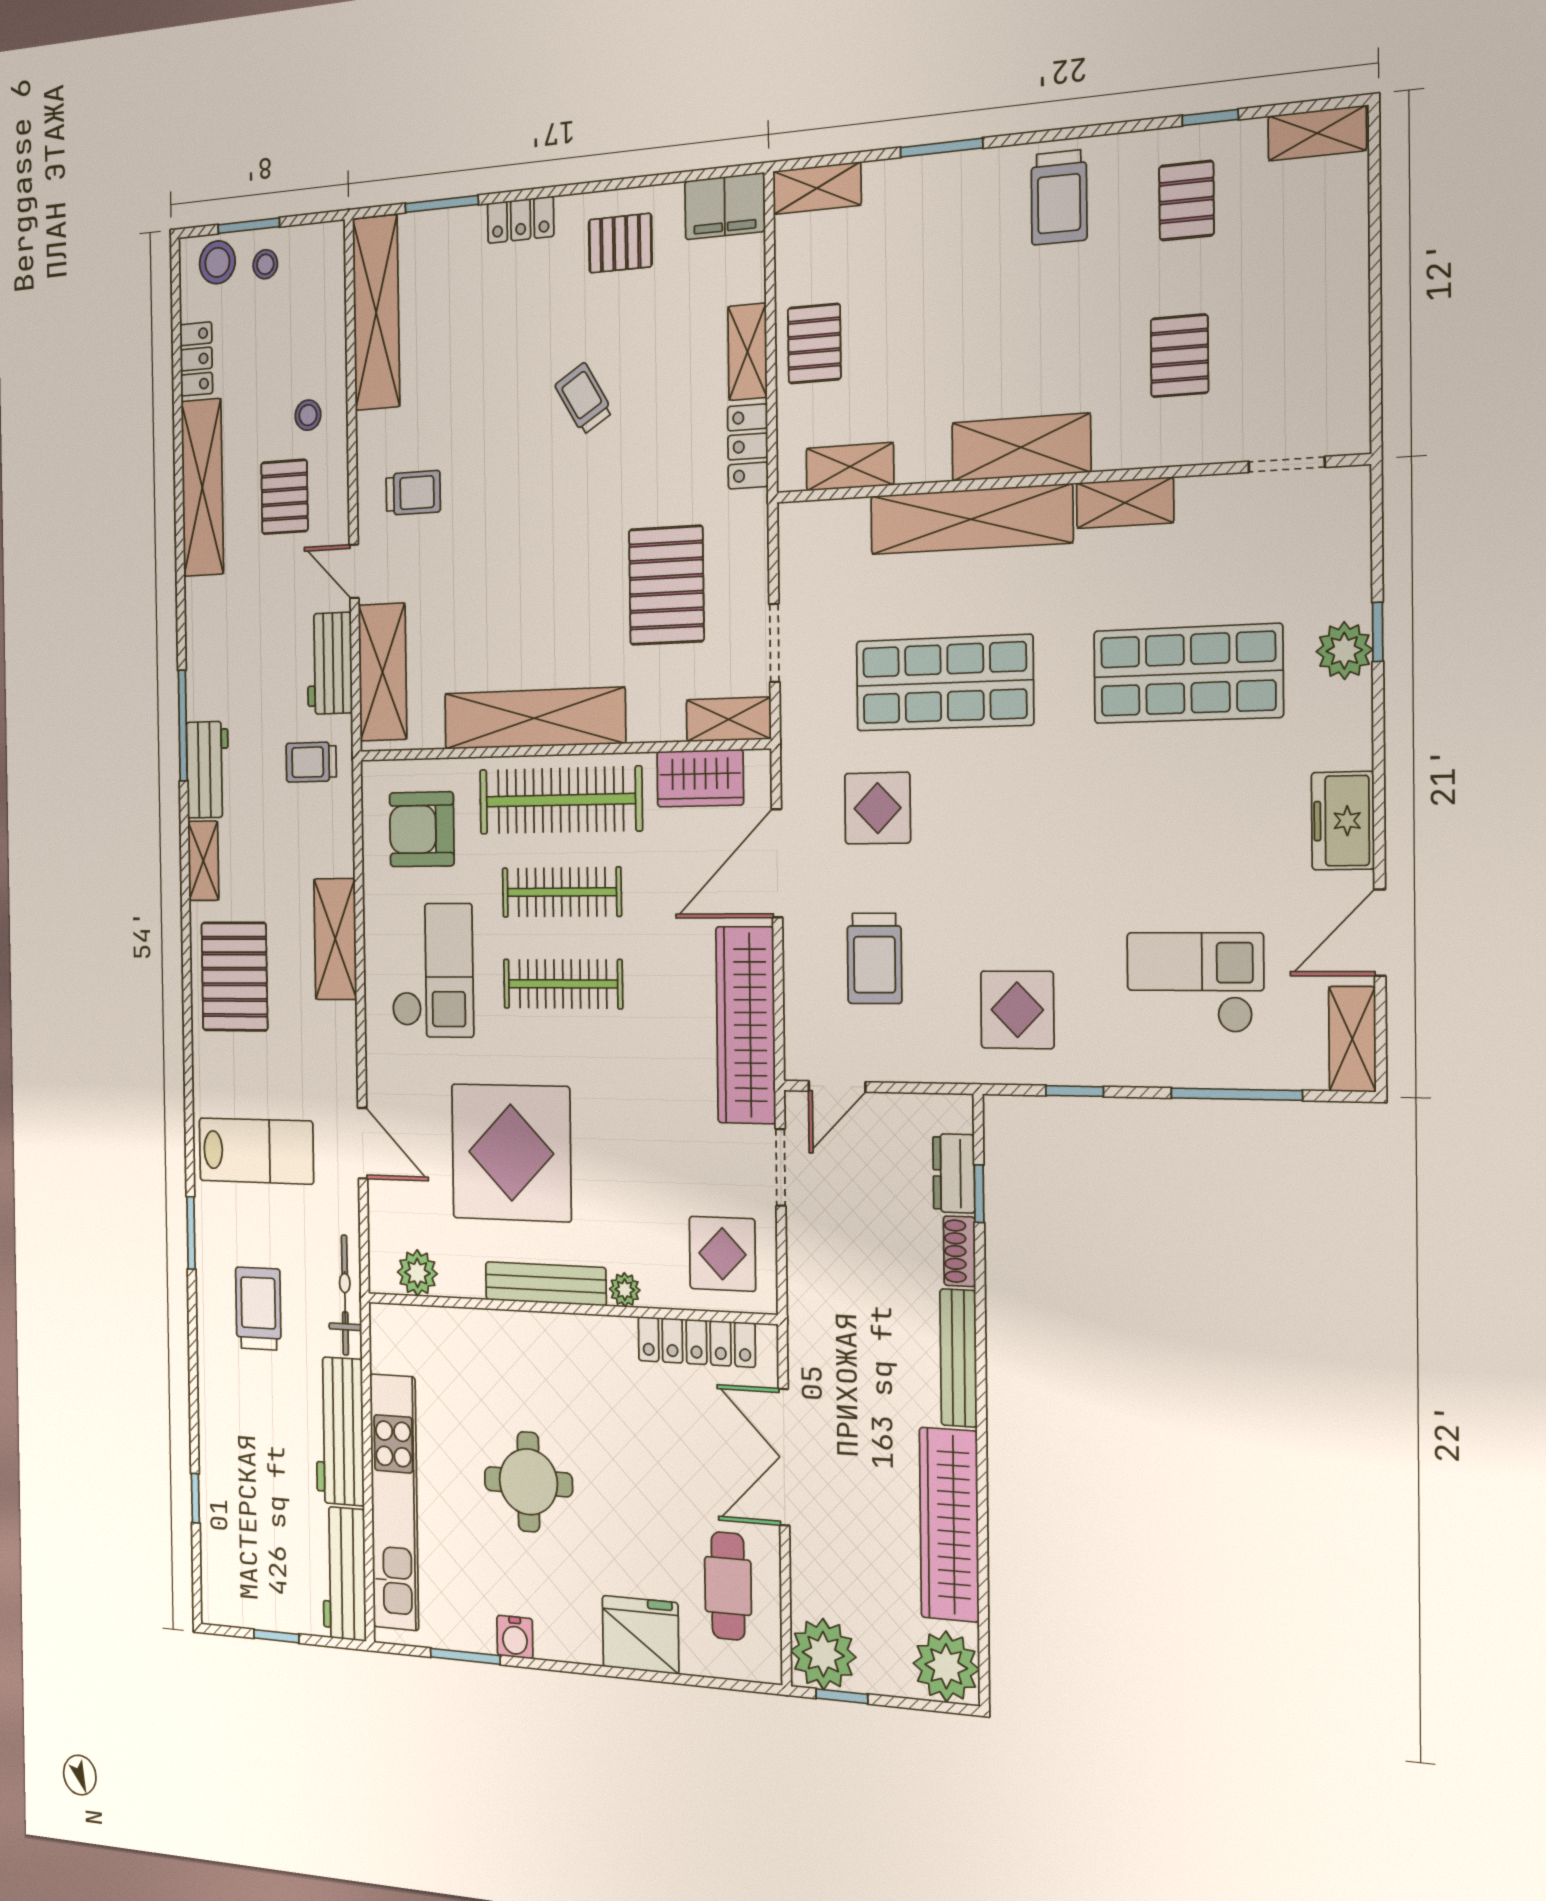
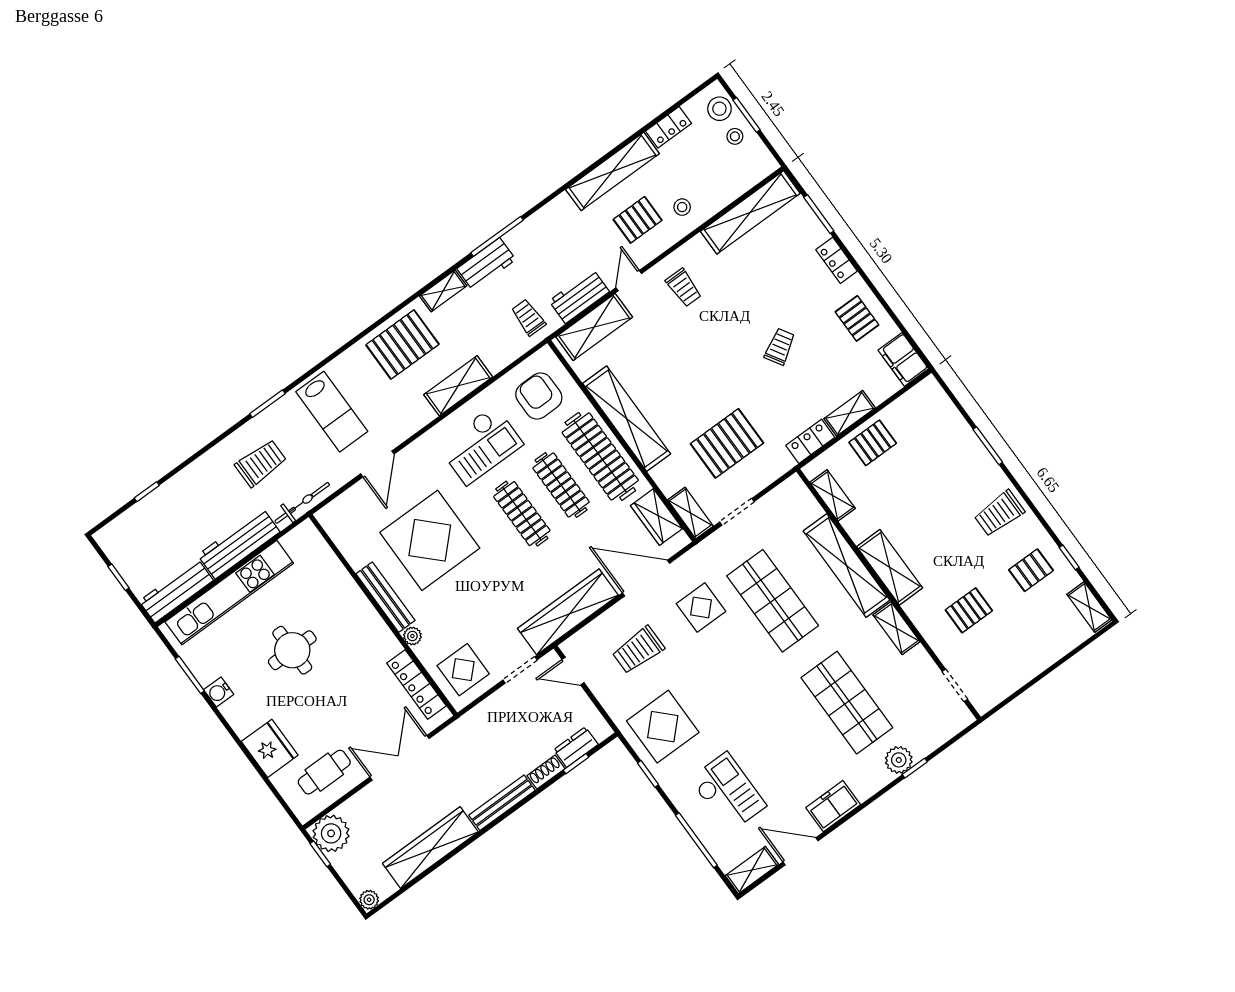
shelving: (817, 188) -> (937, 399), removed
display table: (1017, 1010) -> (663, 727), width x1.36, depth x1.36
plant: (417, 1273) -> (341, 532), removed
plant: (946, 1666) -> (369, 900), width x0.53, depth x0.53

